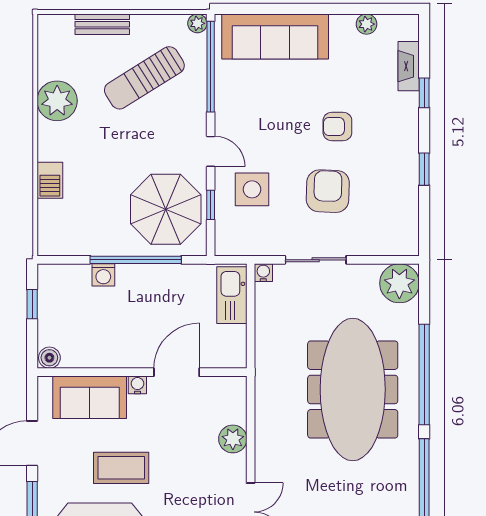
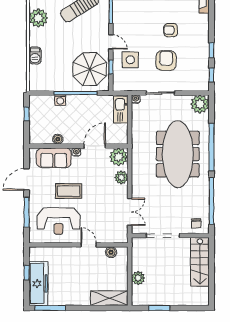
window: (424, 93) -> (211, 75), moved
boiler: (49, 358) -> (58, 139), moved
plant: (227, 395) -> (119, 157), added

